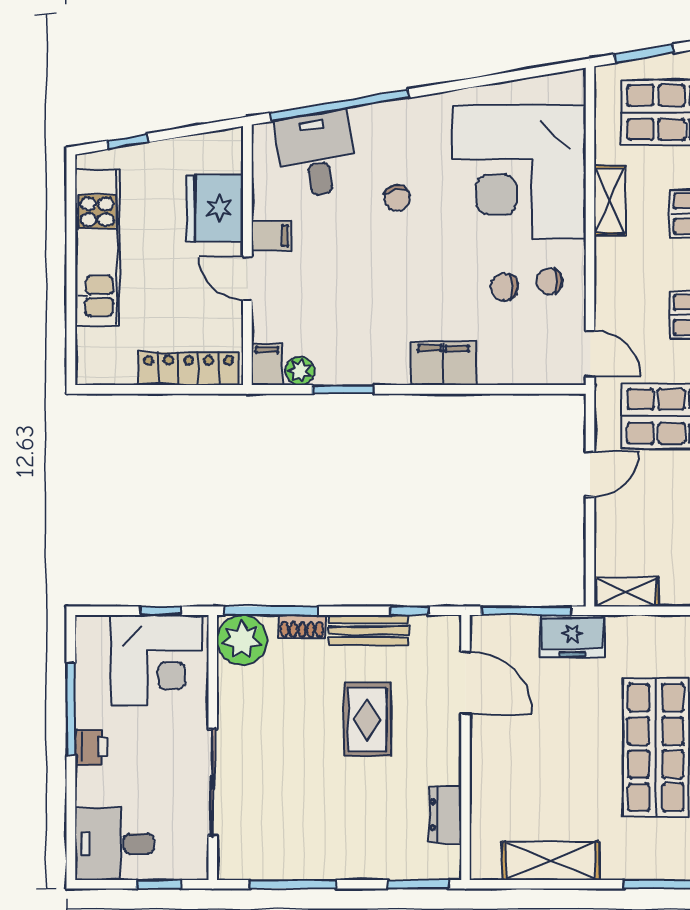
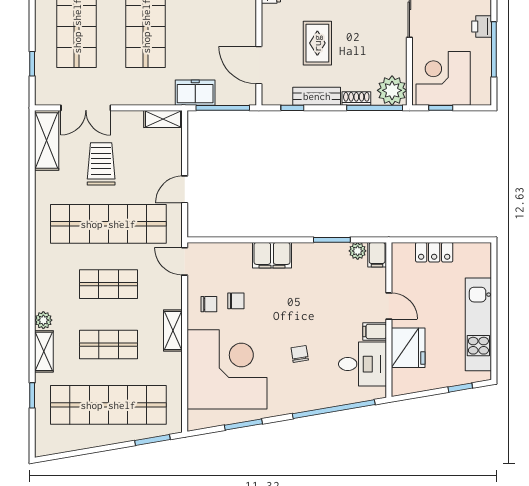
window: (491, 79) -> (243, 424), added
desk: (316, 154) -> (362, 364), moved, turned -80
shelving: (610, 200) -> (173, 331), moved
locker: (189, 369) -> (434, 252), width x0.66

